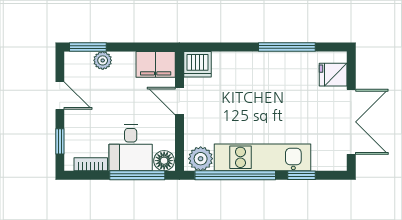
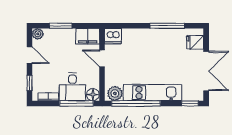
window: (88, 47) -> (61, 26), moved
plant: (103, 60) -> (38, 34), moved
window: (301, 175) -> (190, 103), moved

